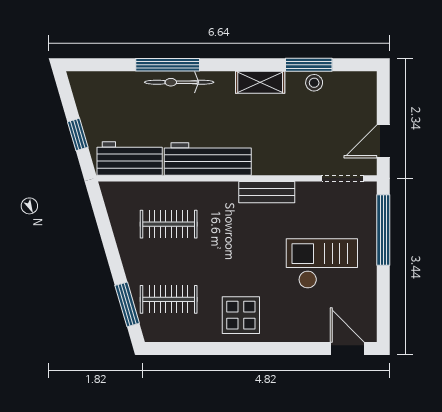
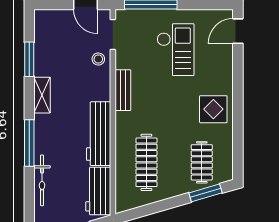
window: (168, 65) -> (29, 143), moved
bicycle: (179, 82) -> (42, 180), moved
stool: (314, 83) -> (98, 59), moved
clothes rail: (169, 224) -> (146, 162), width x1.36
checkout: (322, 264) -> (175, 50), turned 180

